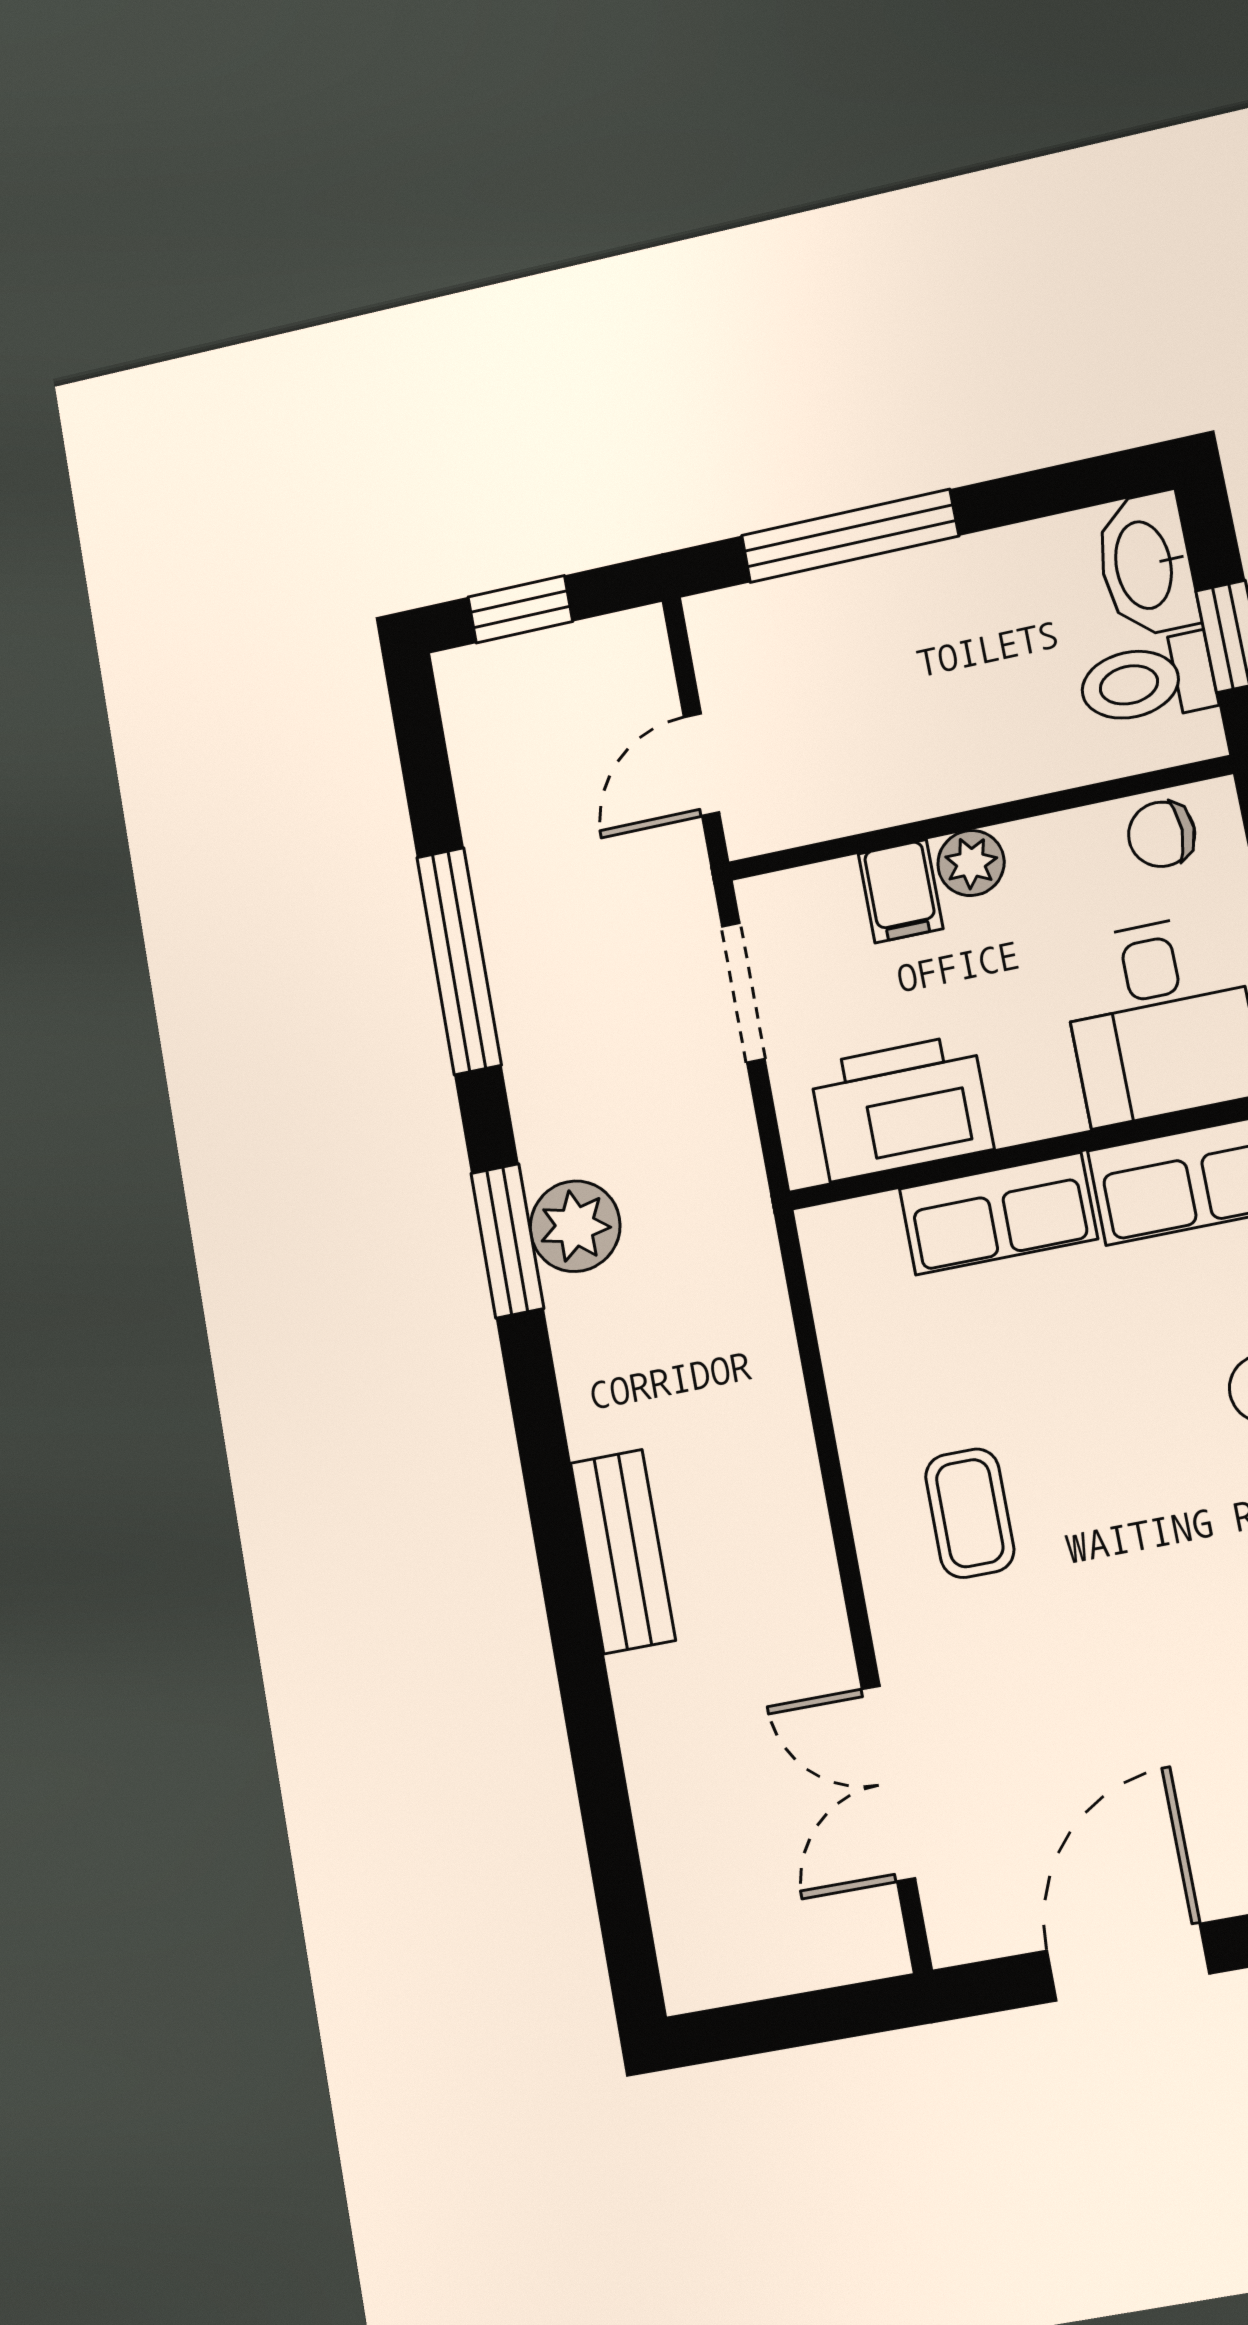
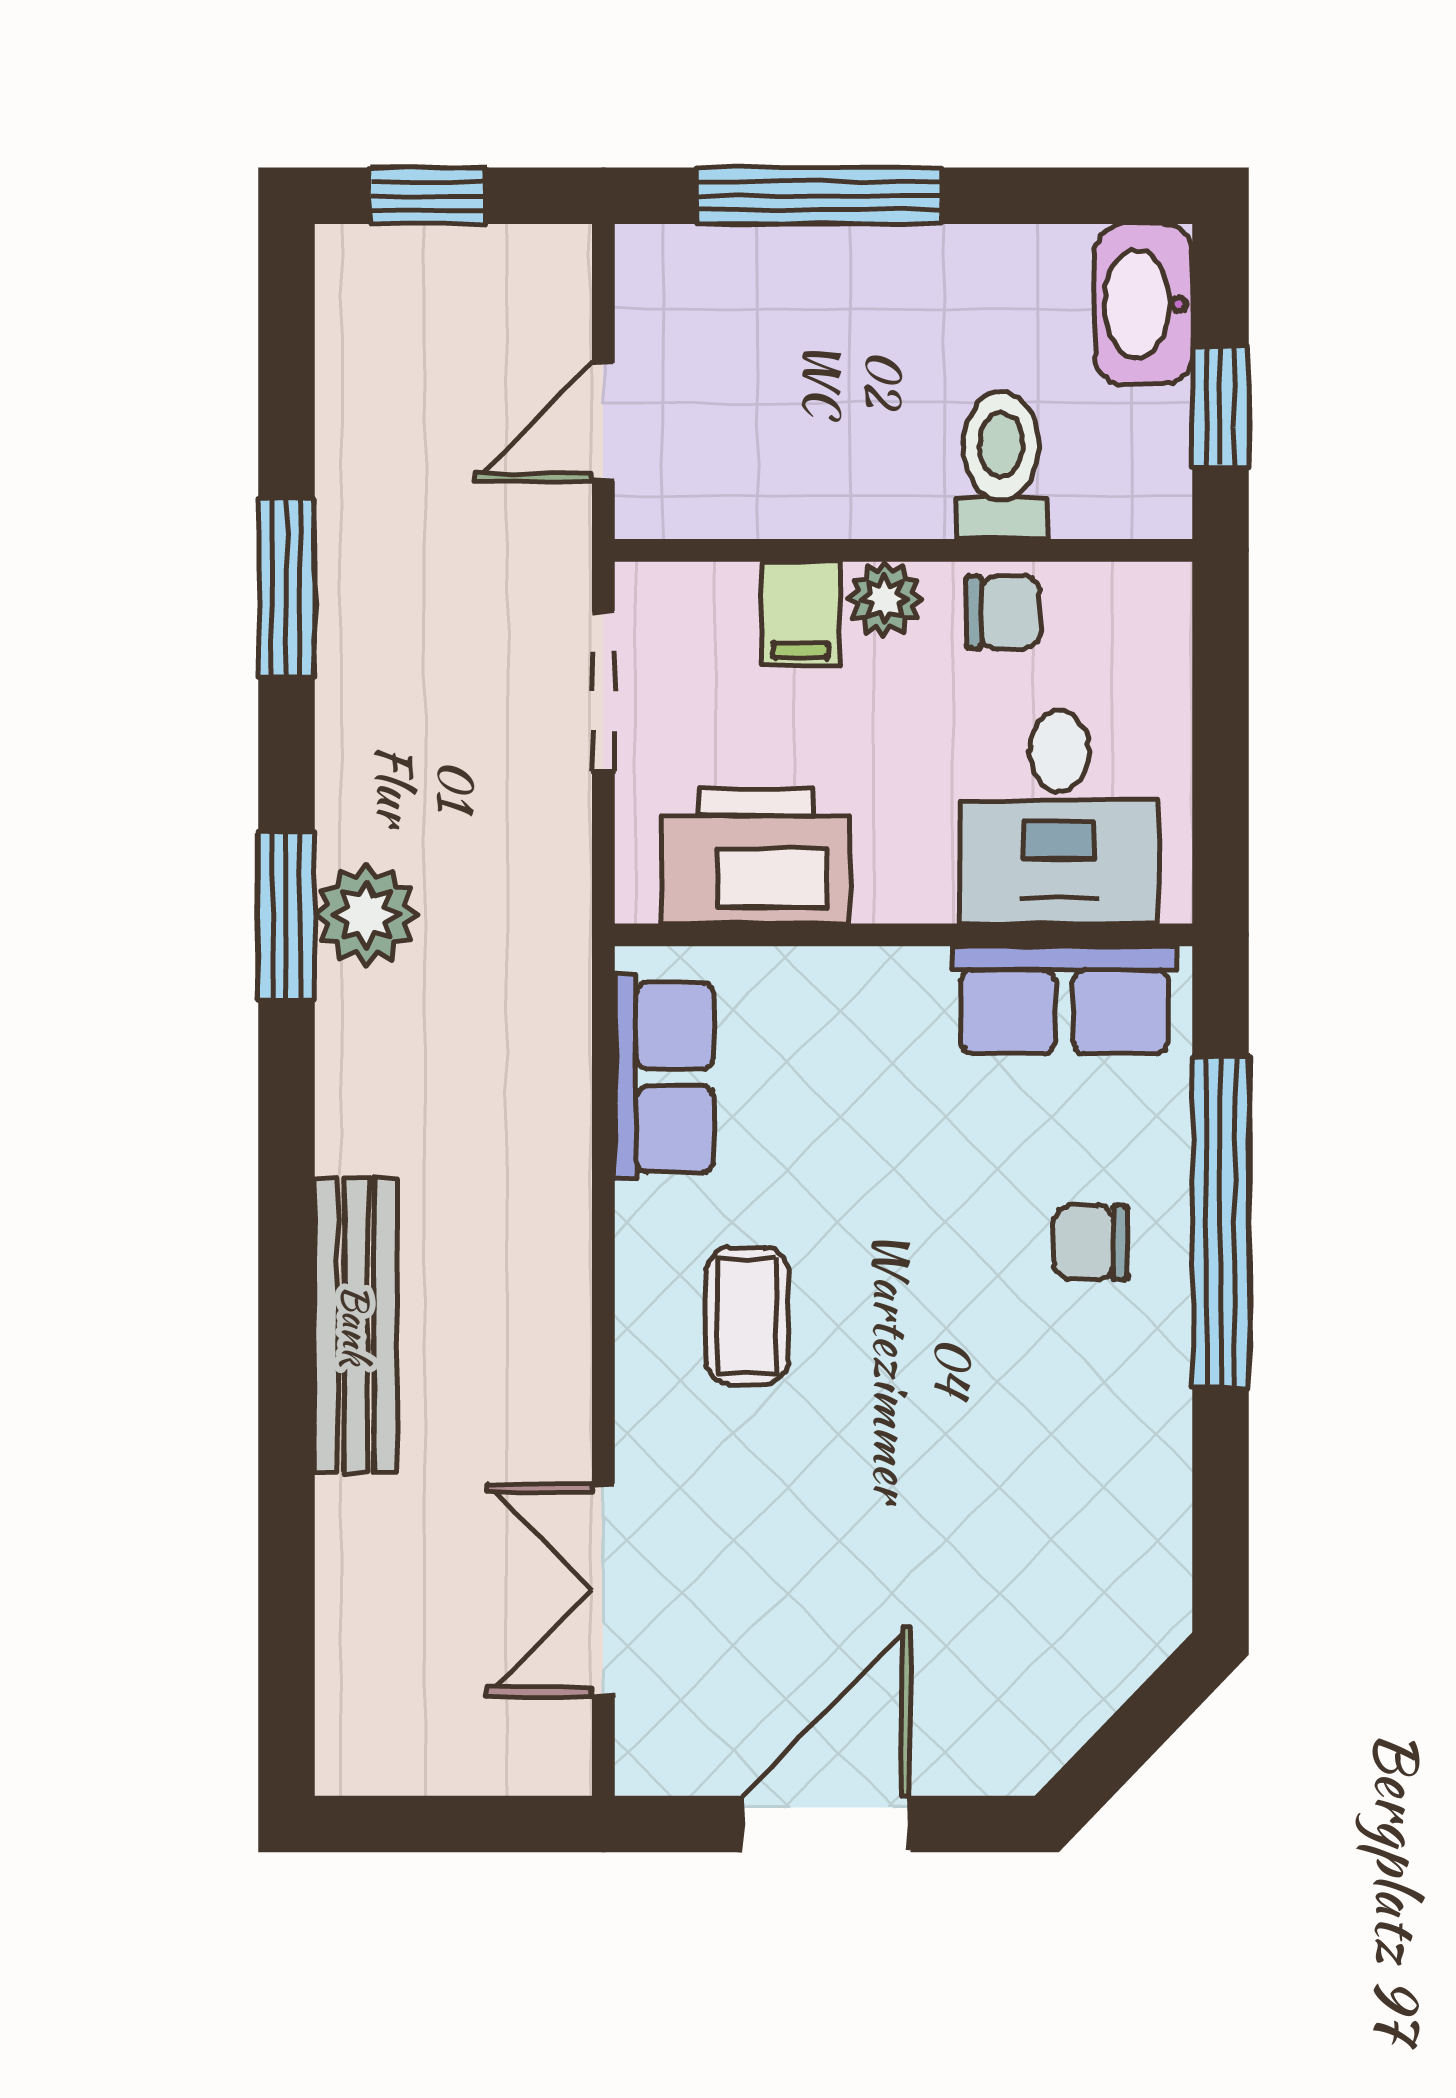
toilet: (1147, 681) -> (1001, 465), moved, turned 90
chair: (1162, 834) -> (1003, 612), moved, turned 180
window: (459, 961) -> (286, 587), width x0.69
row of seats: (998, 1214) -> (664, 1077), moved, turned -90
bench: (623, 1551) -> (356, 1325), width x1.36

